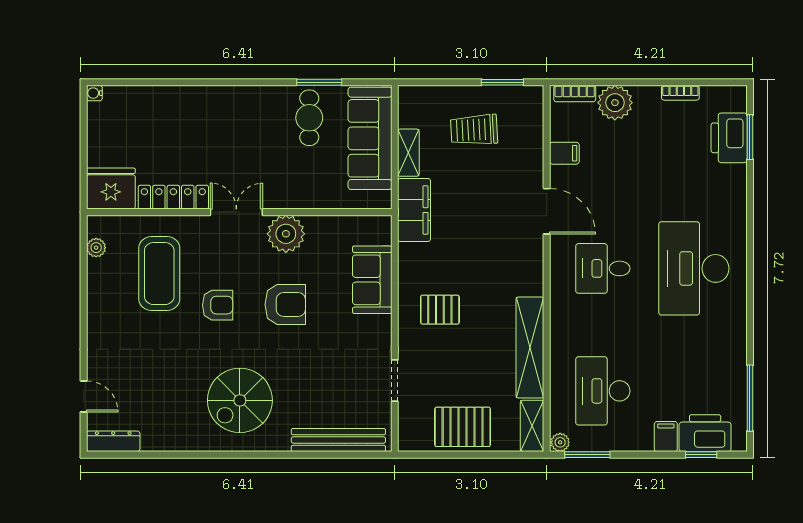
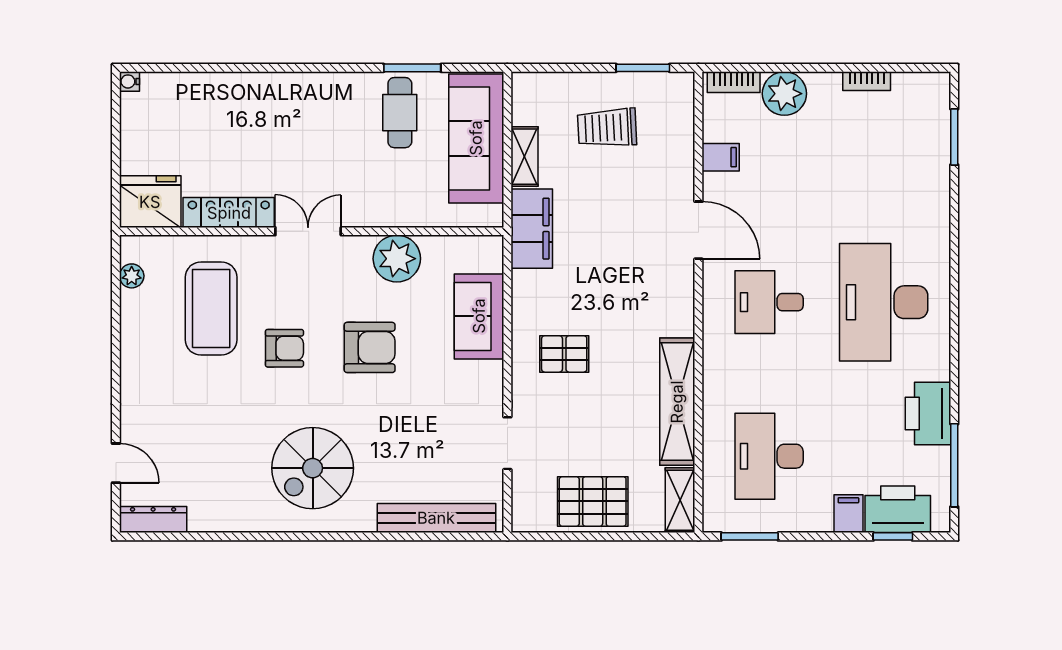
printer: (729, 138) -> (928, 413), moved
plant: (286, 234) -> (397, 259), moved
plant: (560, 442) -> (715, 521), removed

